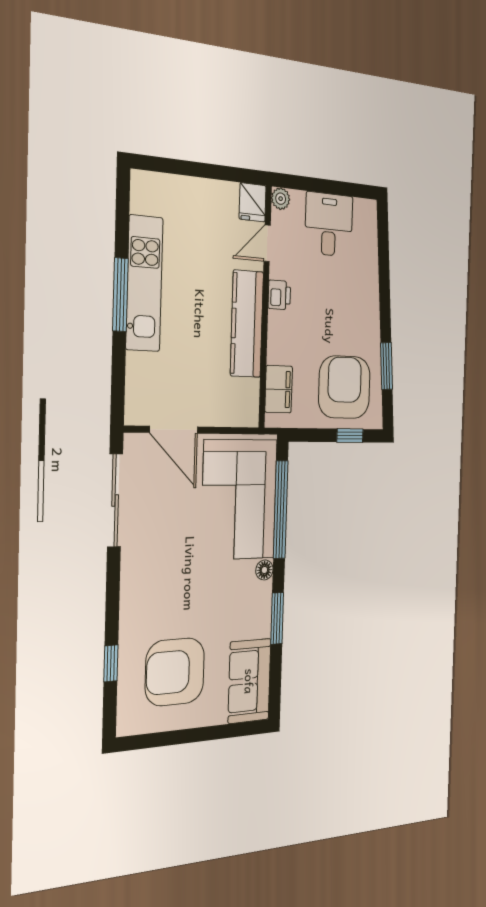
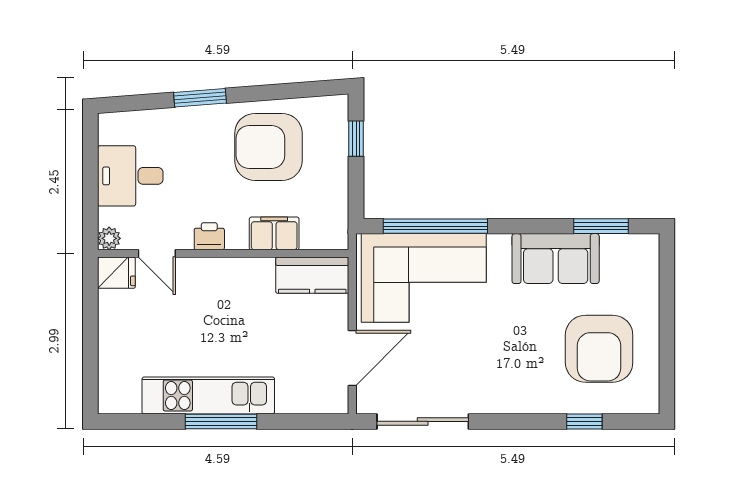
kitchen counter: (247, 324) -> (312, 275), moved, width x0.67
window: (386, 366) -> (200, 98), moved
armchair: (344, 387) -> (268, 147), moved
filing cabinet: (279, 389) -> (274, 233), moved
floor lamp: (264, 570) -> (499, 244), removed
window: (277, 618) -> (601, 226), moved
sofa: (249, 681) -> (556, 259), moved

